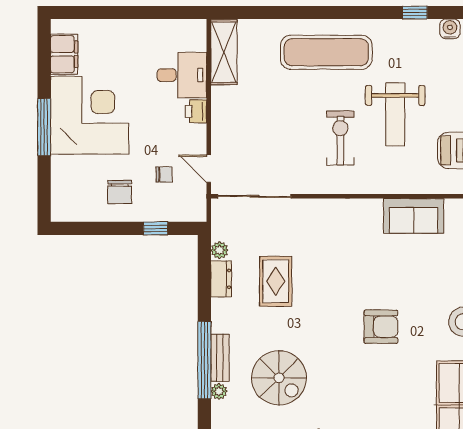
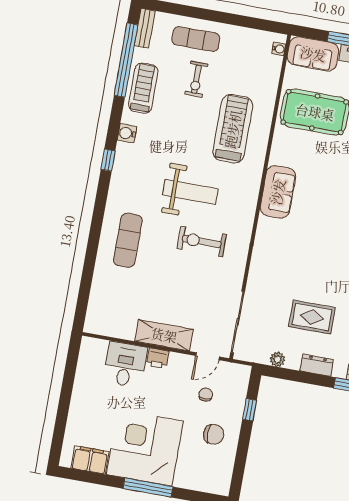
shelving: (224, 52) -> (164, 335), moved
exercise mat: (326, 52) -> (128, 240), width x0.73, depth x0.69
dresser: (221, 279) -> (317, 365), moved

